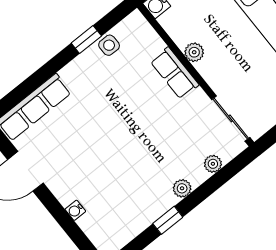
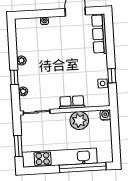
plant: (194, 52) -> (79, 121), width x1.88, depth x1.88
plant: (182, 188) -> (21, 60), moved
window: (168, 220) -> (14, 77), moved

